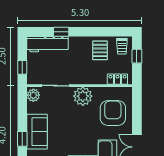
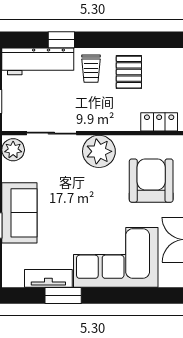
trolley: (122, 46) -> (91, 69), moved

